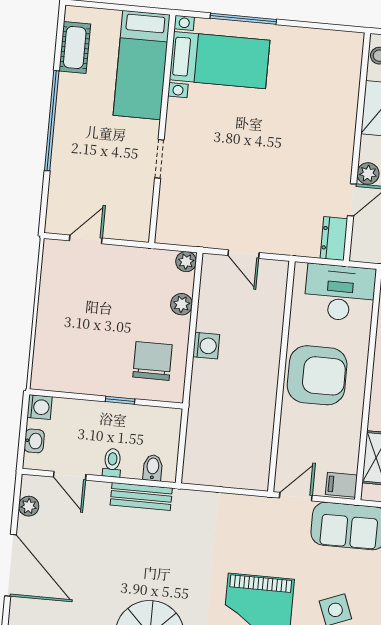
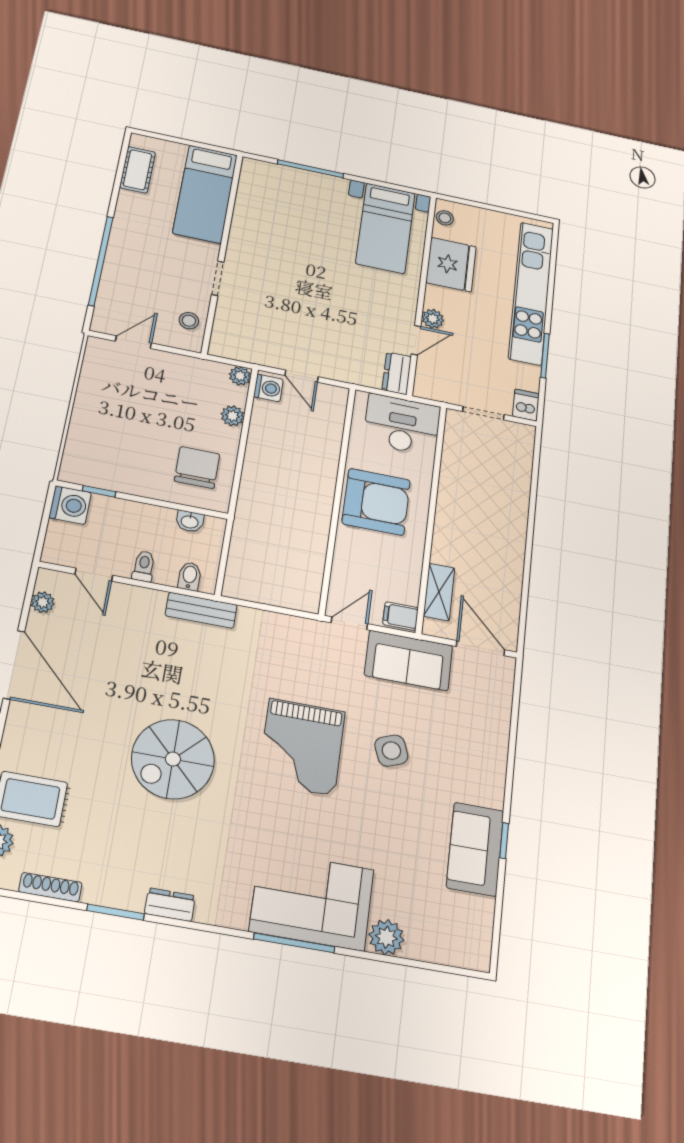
bed with nightstands: (220, 60) -> (386, 228), moved, turned 90
window: (52, 121) -> (101, 261), moved
stool: (135, 209) -> (189, 321), added
washing machine: (206, 346) -> (268, 388), moved
window: (120, 400) -> (99, 491), moved
washing machine: (39, 407) -> (70, 505), width x1.38, depth x1.38
washbasin: (34, 441) -> (190, 521), moved, turned 90
bench: (141, 496) -> (201, 610), moved

